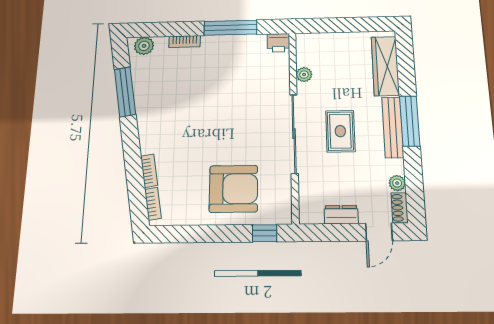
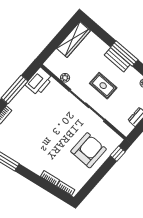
printer: (278, 43) -> (39, 81), width x1.87, depth x1.48
wardrobe: (385, 66) -> (73, 40), moved, turned -90
bench: (393, 127) -> (117, 60), width x0.73

